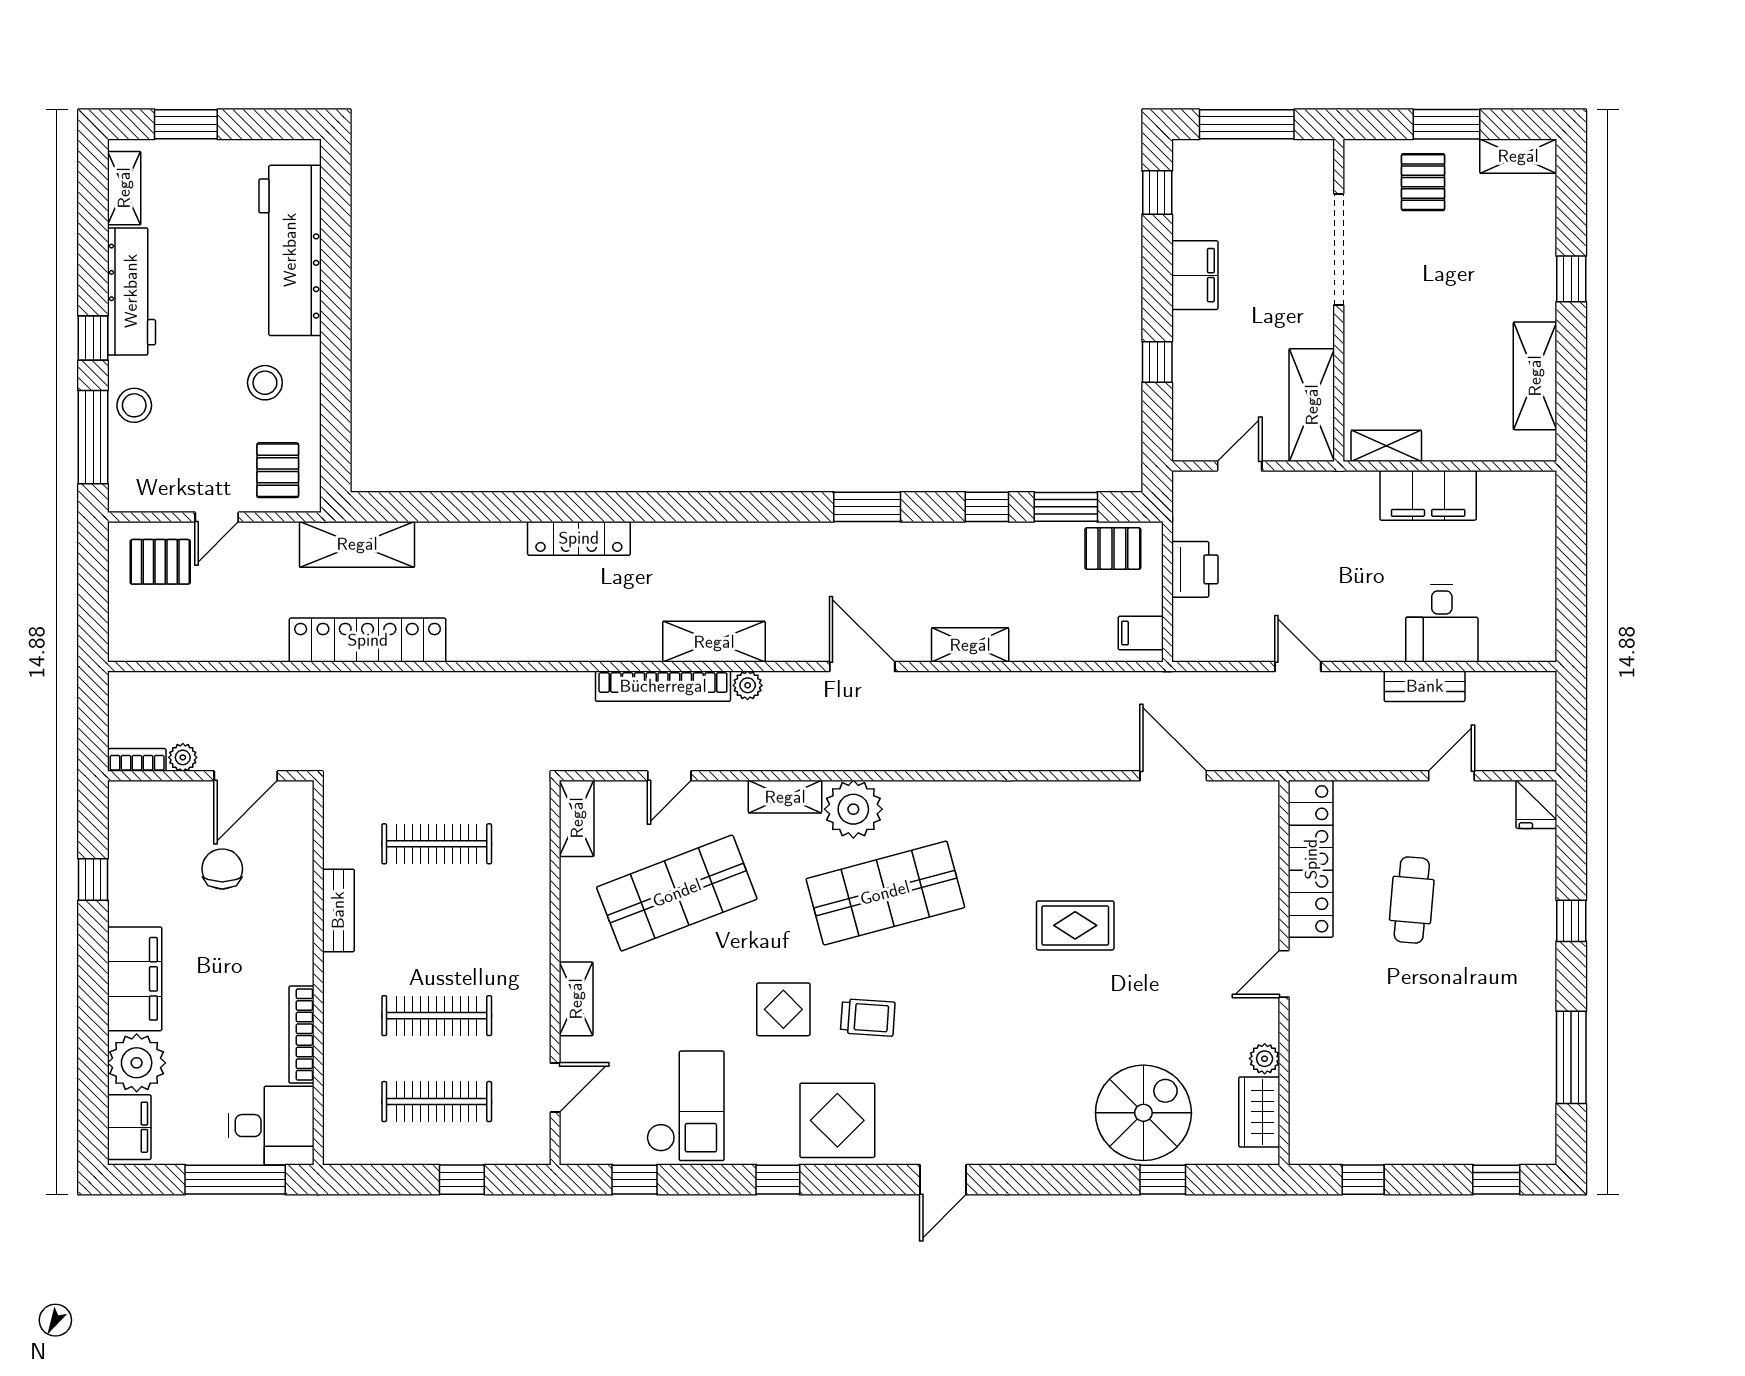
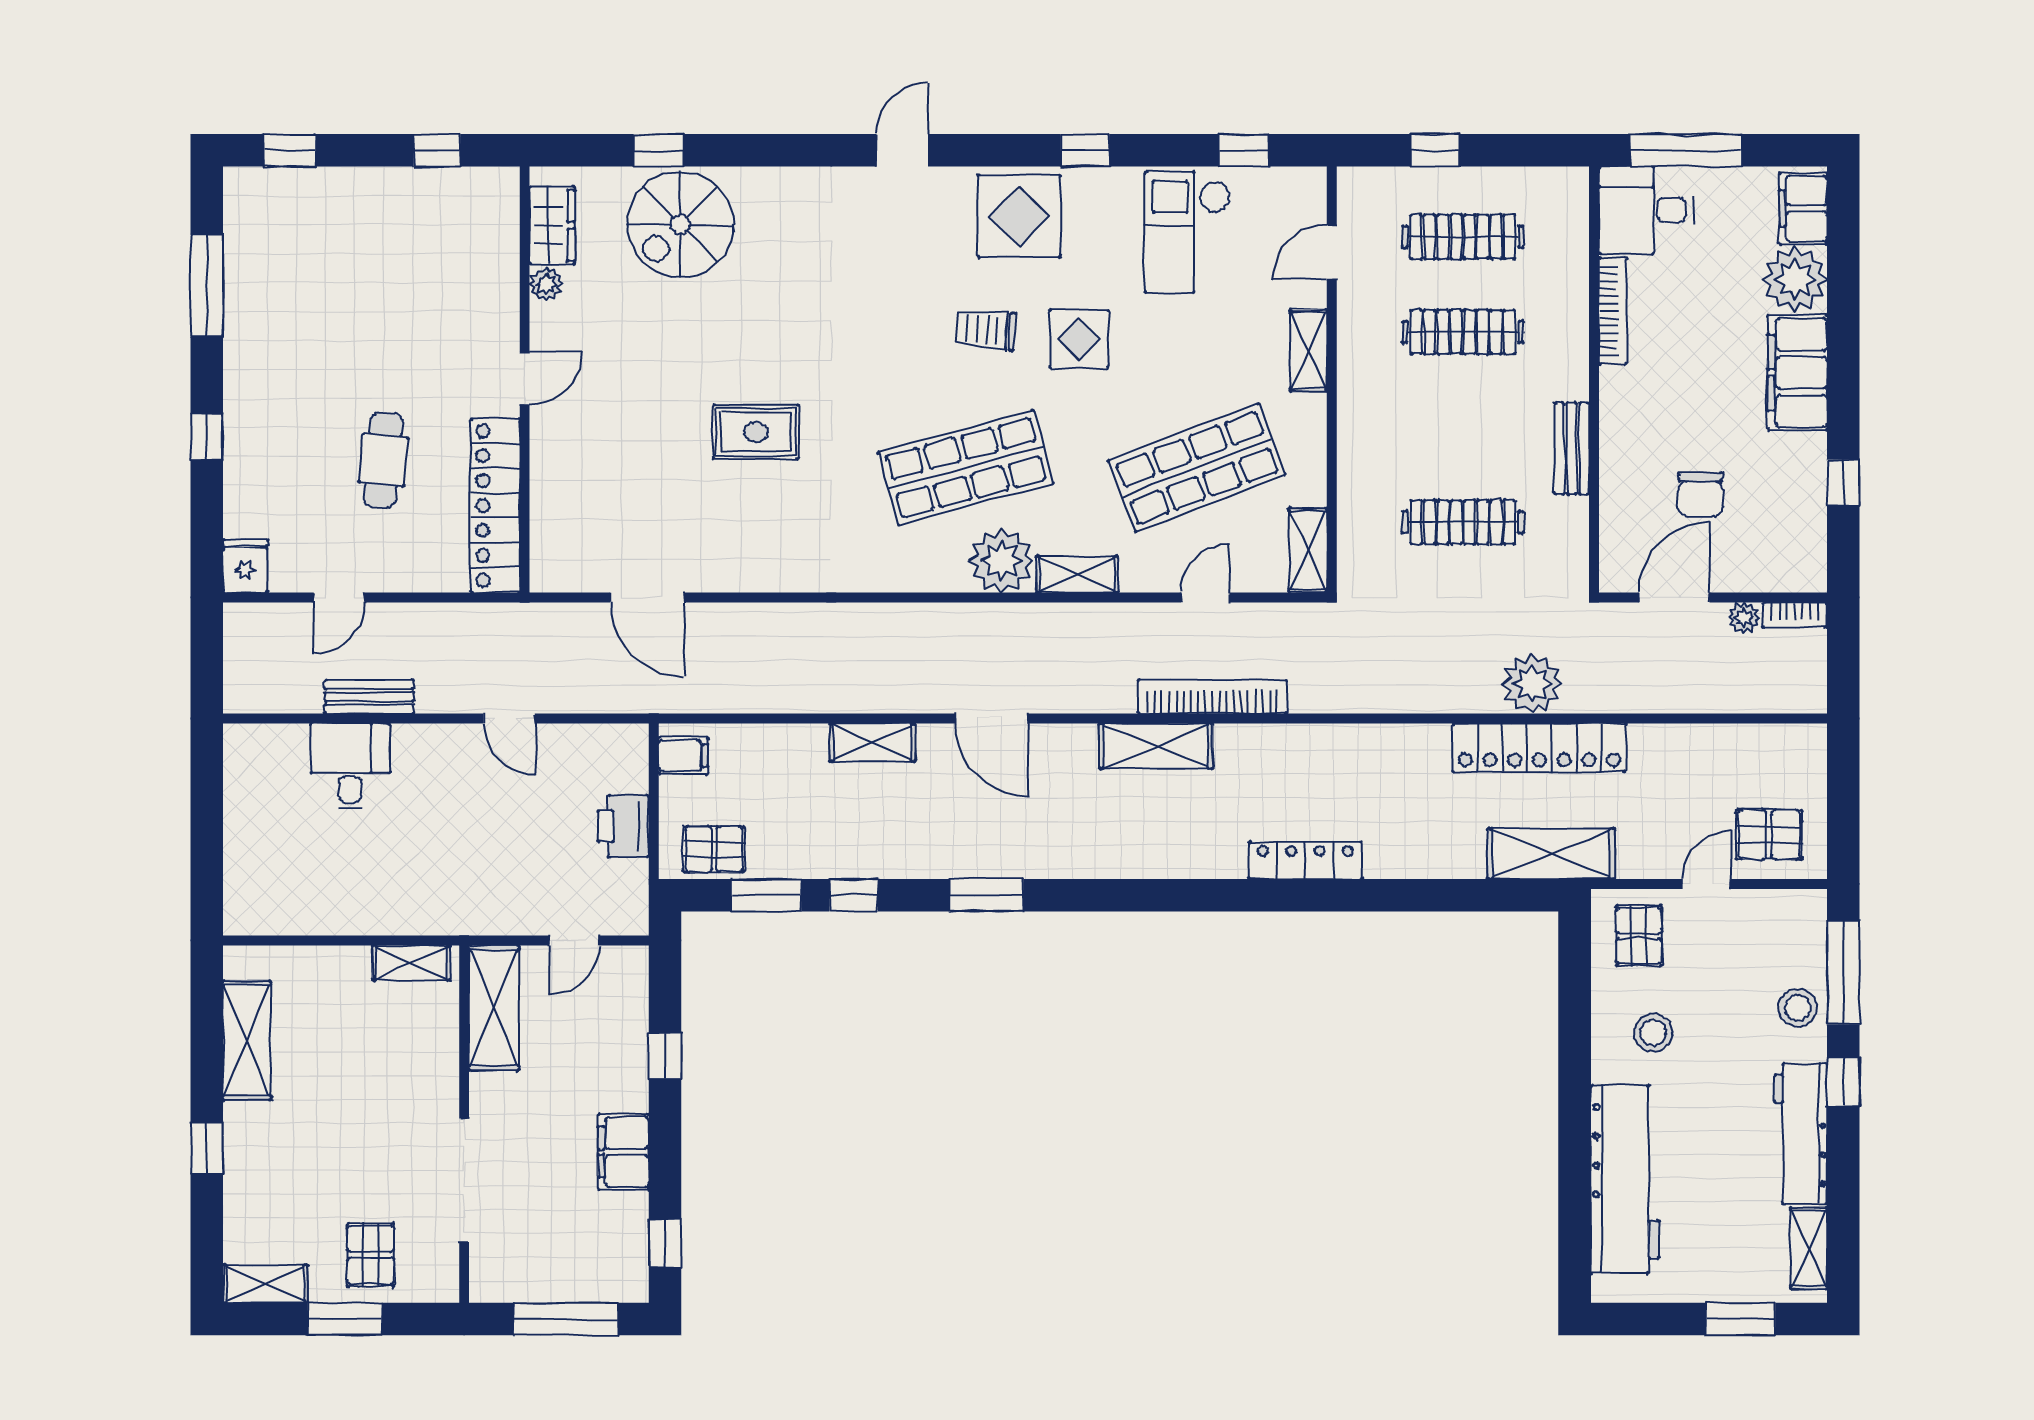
filing cabinet: (1428, 495) -> (365, 908), removed
plant: (748, 685) -> (1532, 684), moved, width x1.87, depth x1.87

